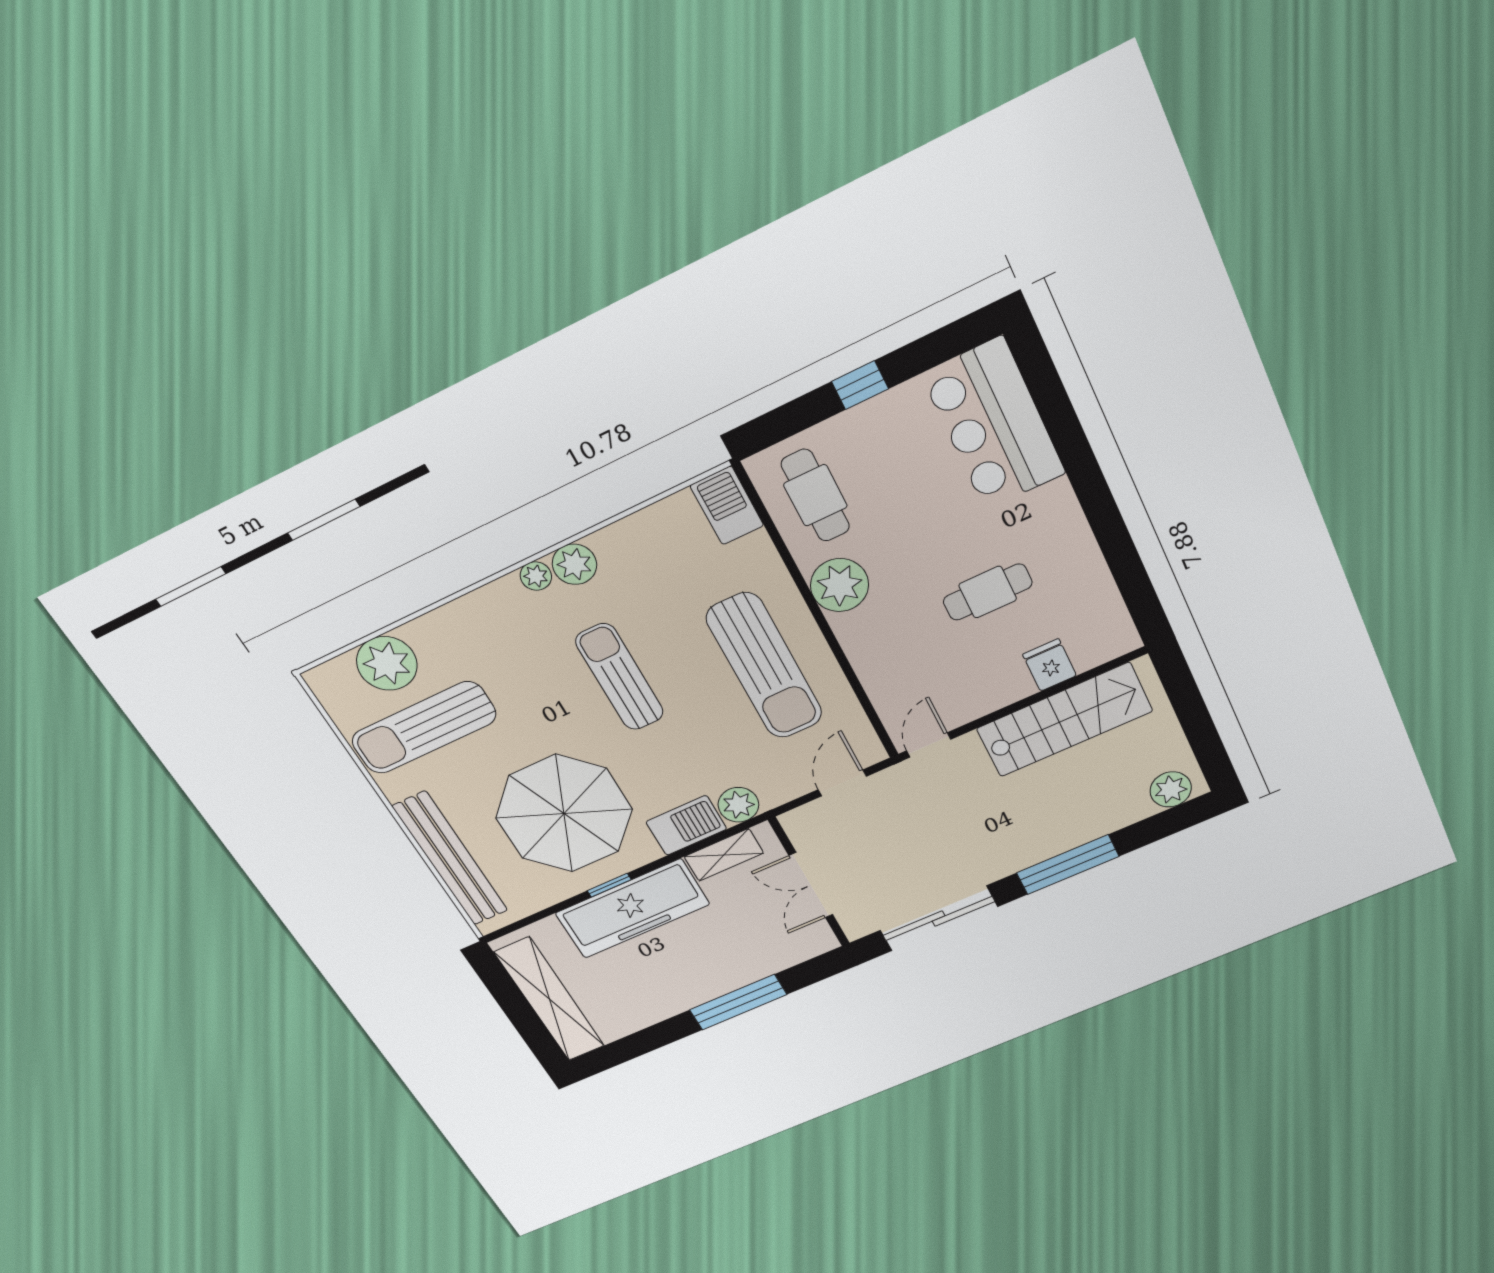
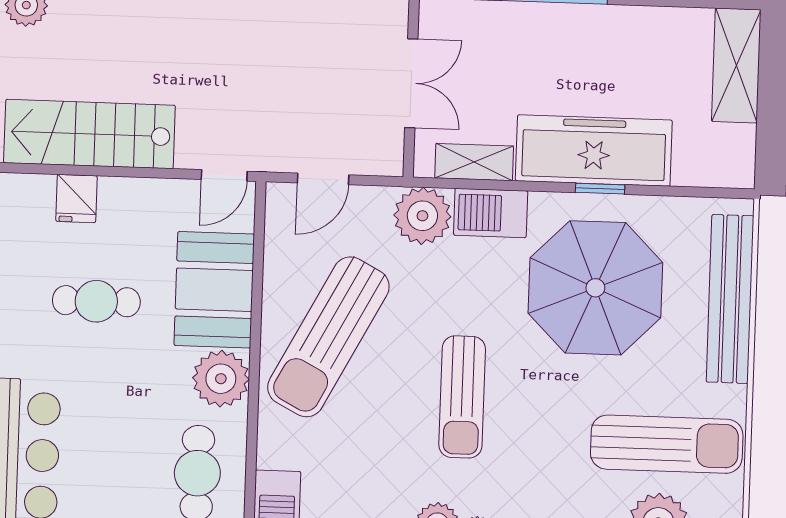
booth: (887, 653) -> (214, 290), added
sun lounger: (764, 666) -> (328, 337), turned -152
plant: (738, 805) -> (422, 216), width x1.36, depth x1.36
shelving: (550, 999) -> (736, 65), width x0.68

